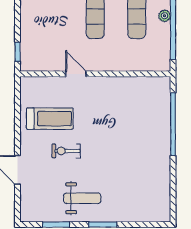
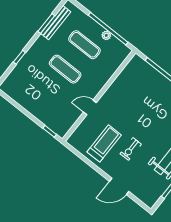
plant: (164, 16) -> (106, 35), moved

